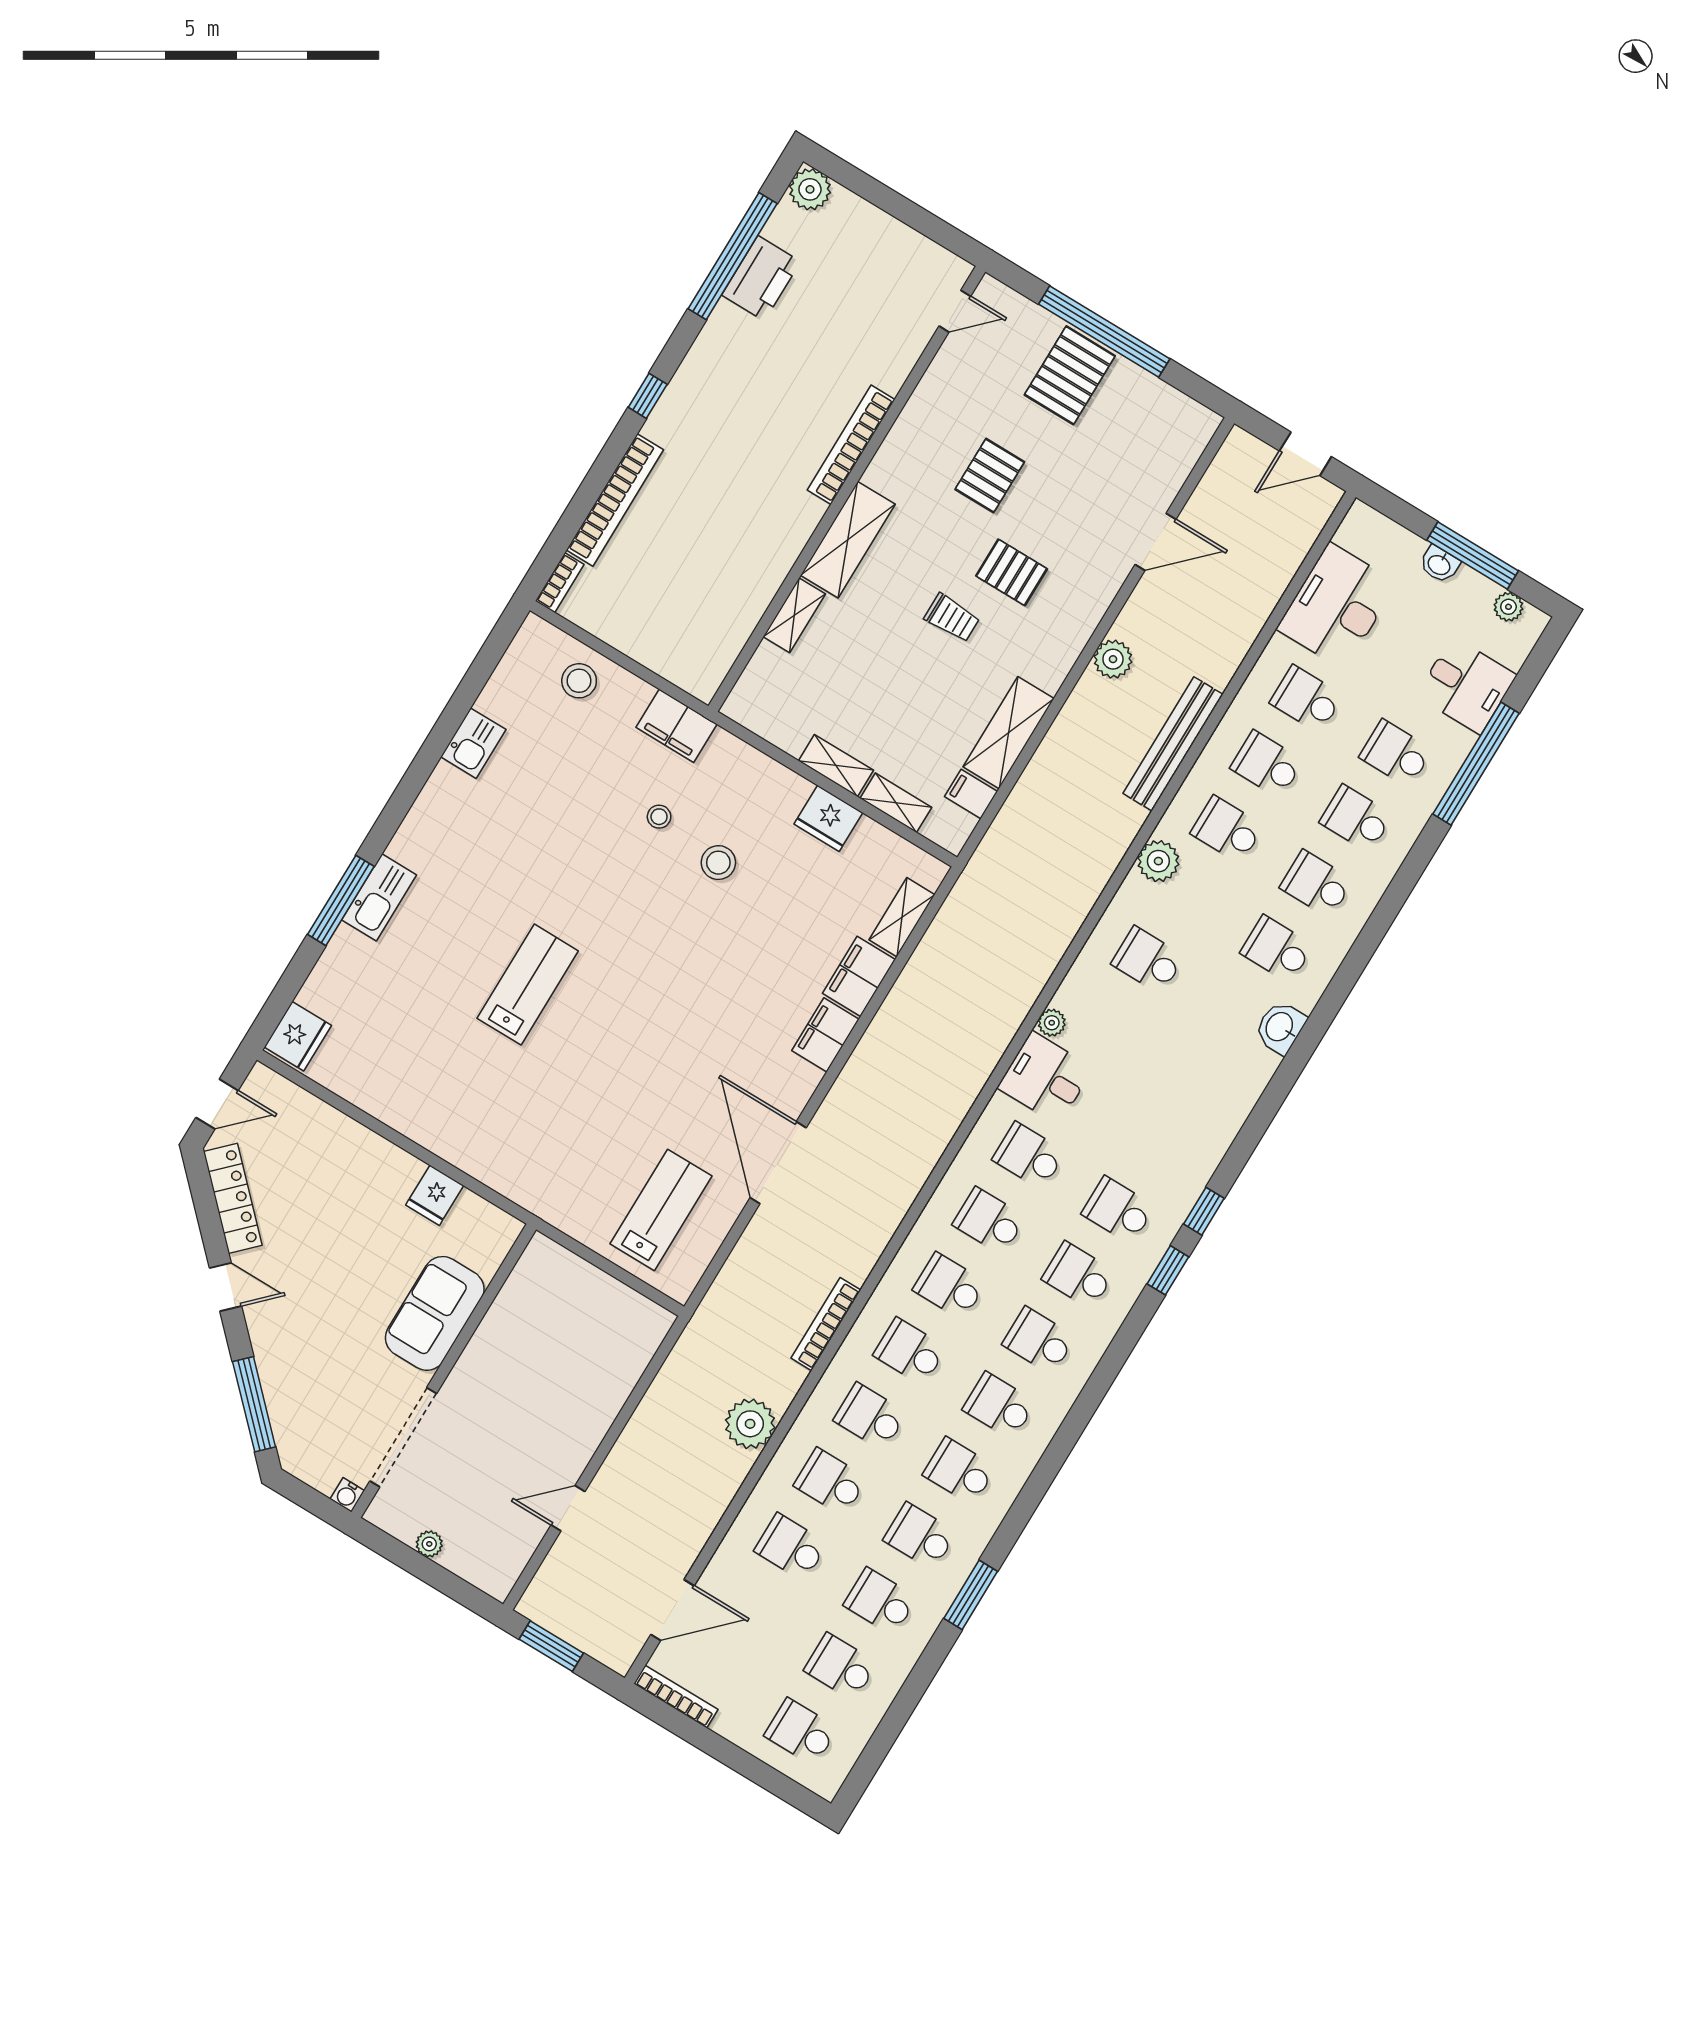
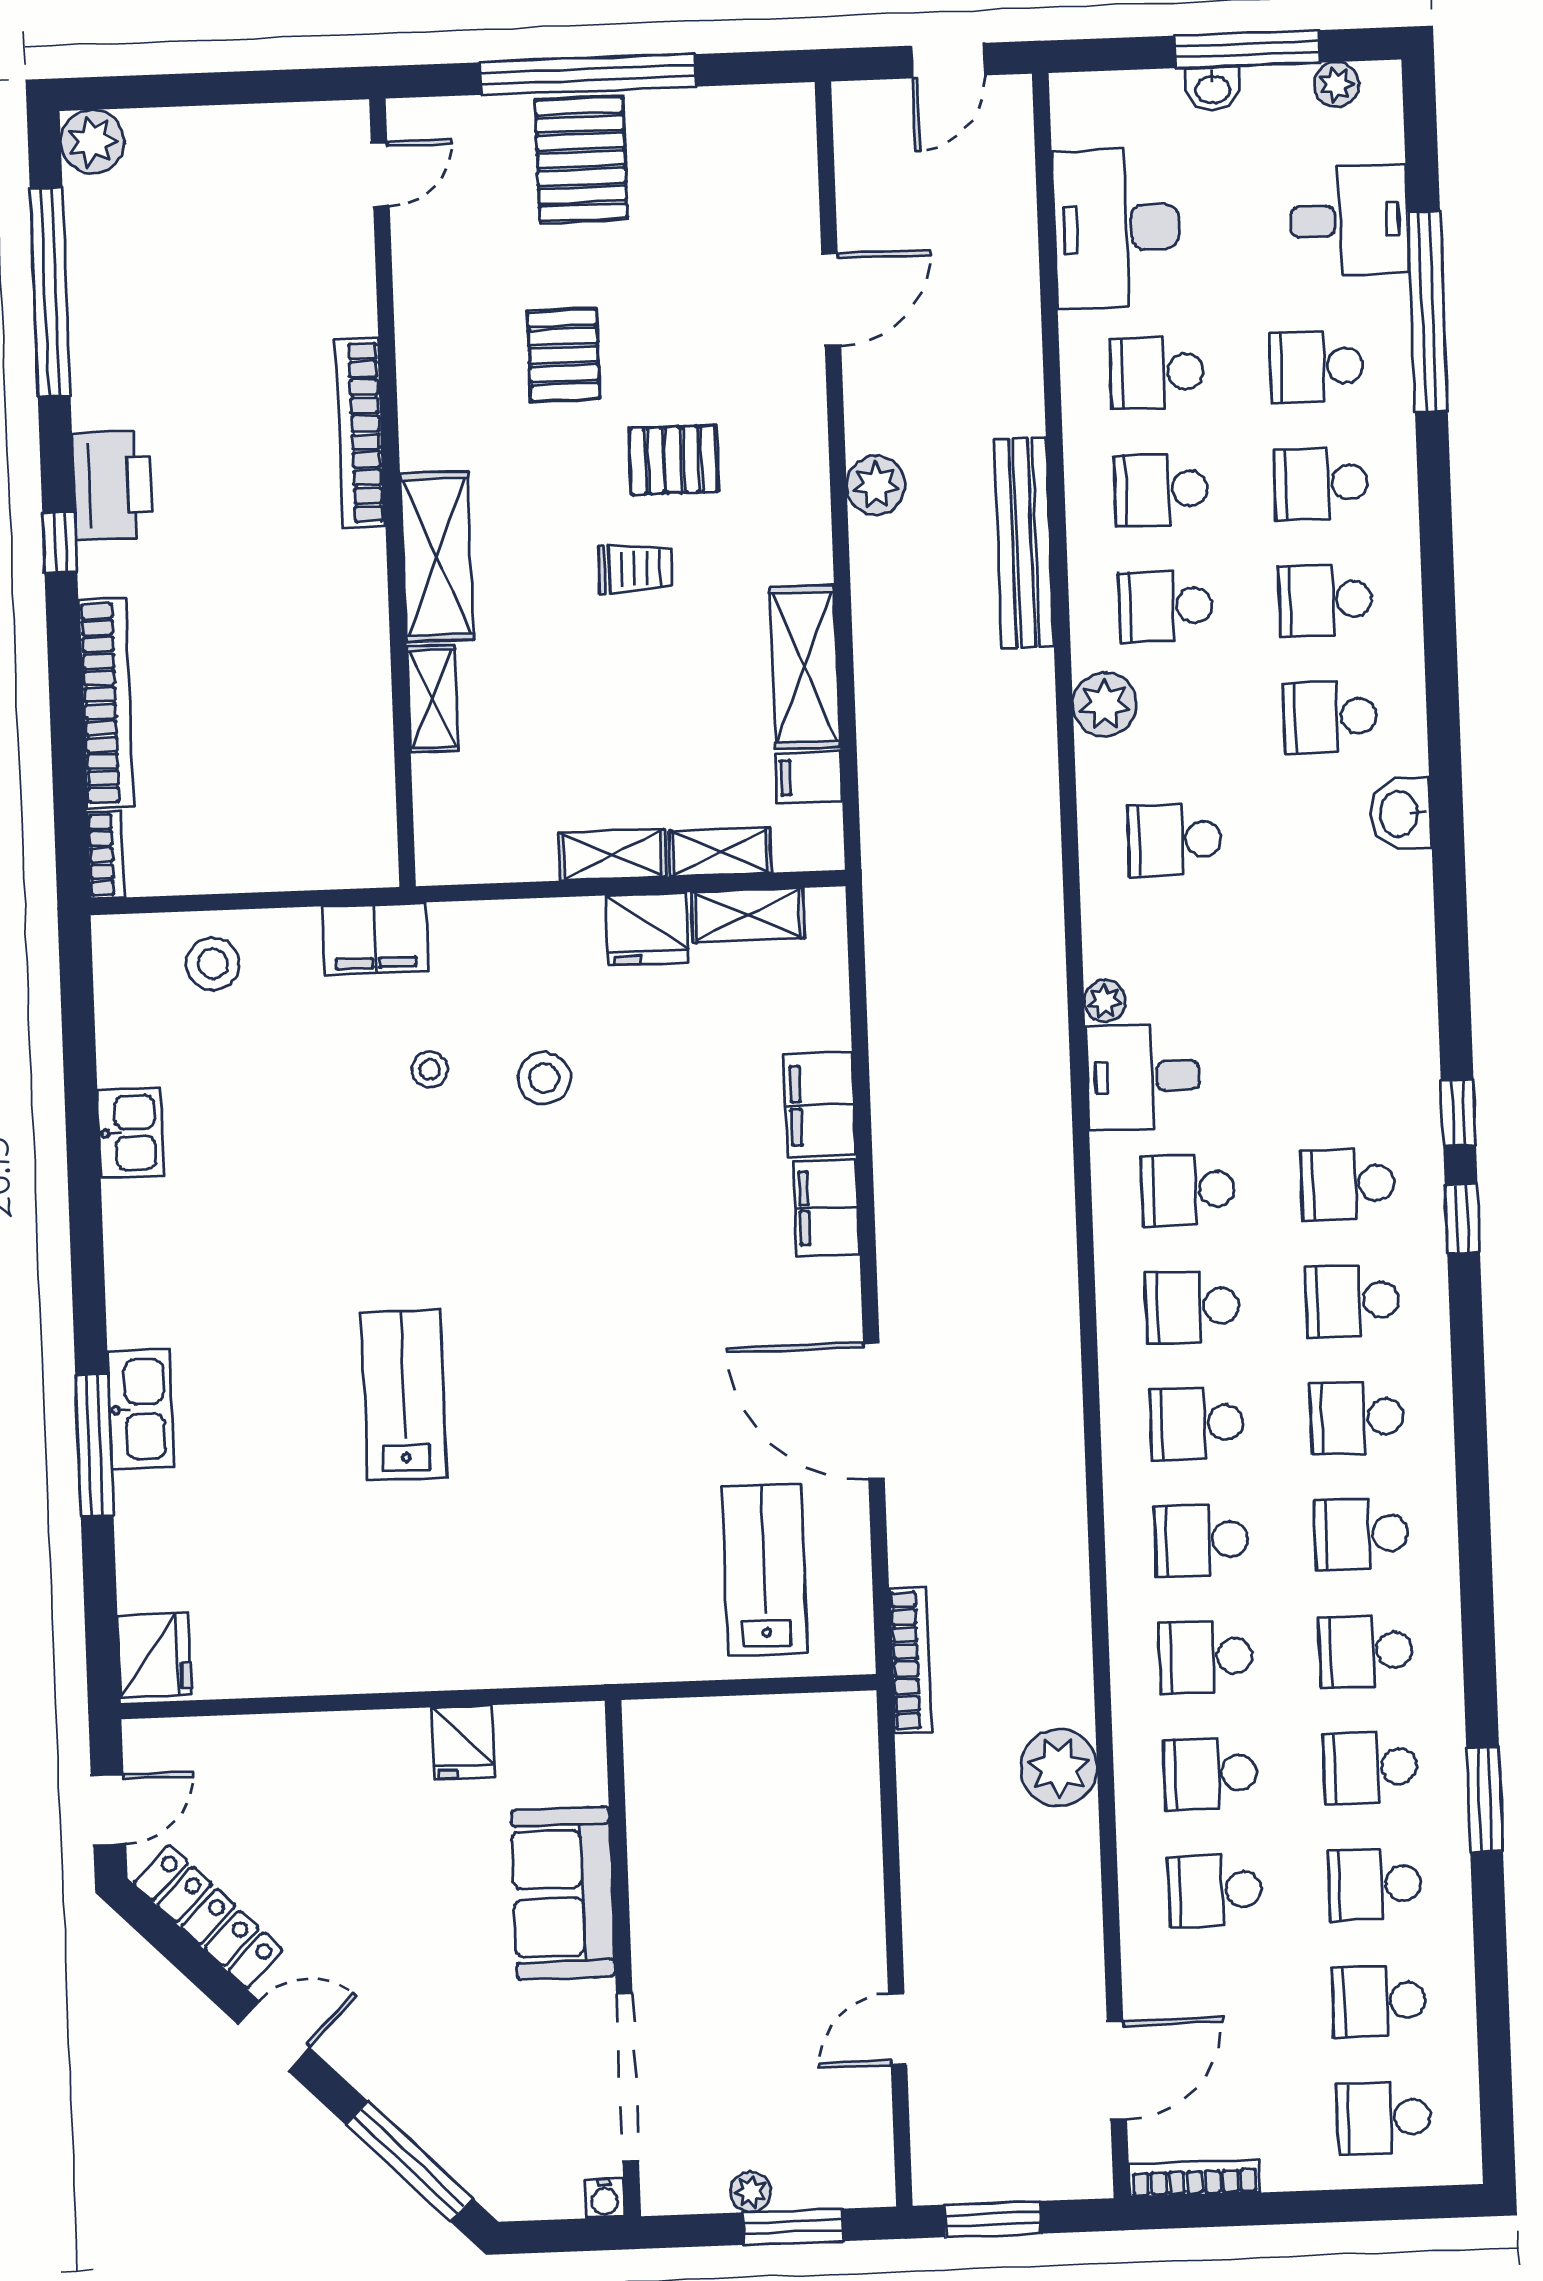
printer: (761, 278) -> (112, 485), moved
shelving: (902, 917) -> (748, 915), moved, turned 90
bookcase: (826, 1324) -> (910, 1660), moved, turned 180
window: (440, 1578) -> (793, 2227), added

